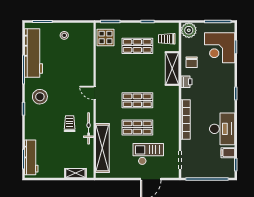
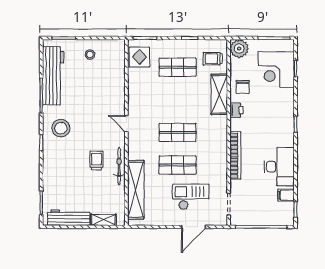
workbench: (31, 157) -> (69, 218), moved, turned -90

